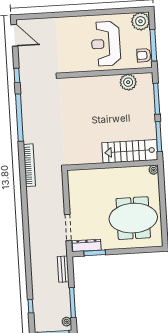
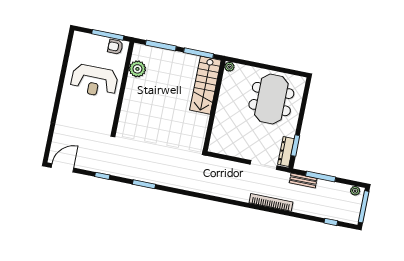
plant: (140, 21) -> (81, 41), removed
armchair: (144, 55) -> (115, 47), turned 90
window: (19, 118) -> (144, 184), width x0.47
bookcase: (29, 165) -> (271, 202), moved
window: (73, 303) -> (321, 176), moved

